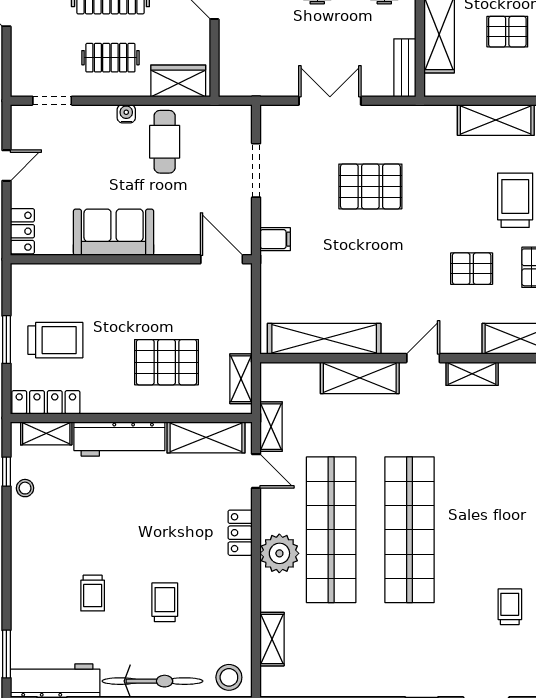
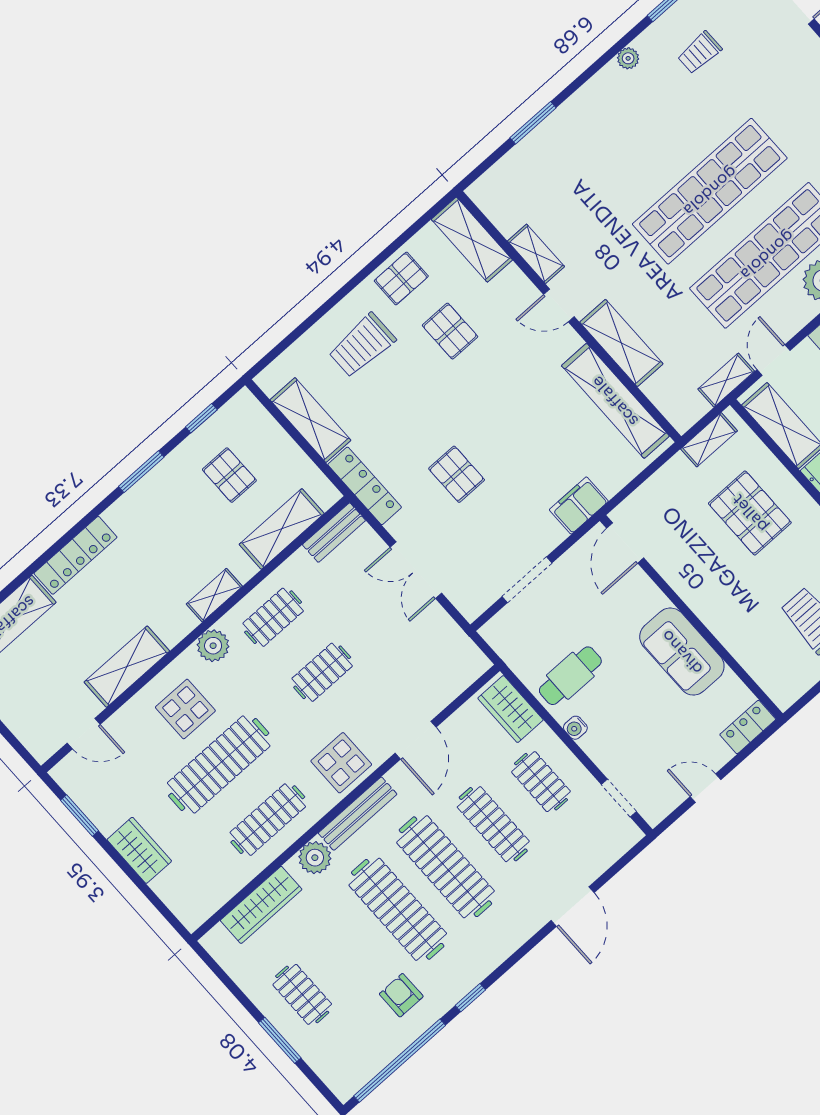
locker: (418, 117) -> (365, 486), added
pallet: (370, 186) -> (457, 474), width x0.67, depth x0.71
filing cabinet: (275, 239) -> (579, 505), width x2.00

